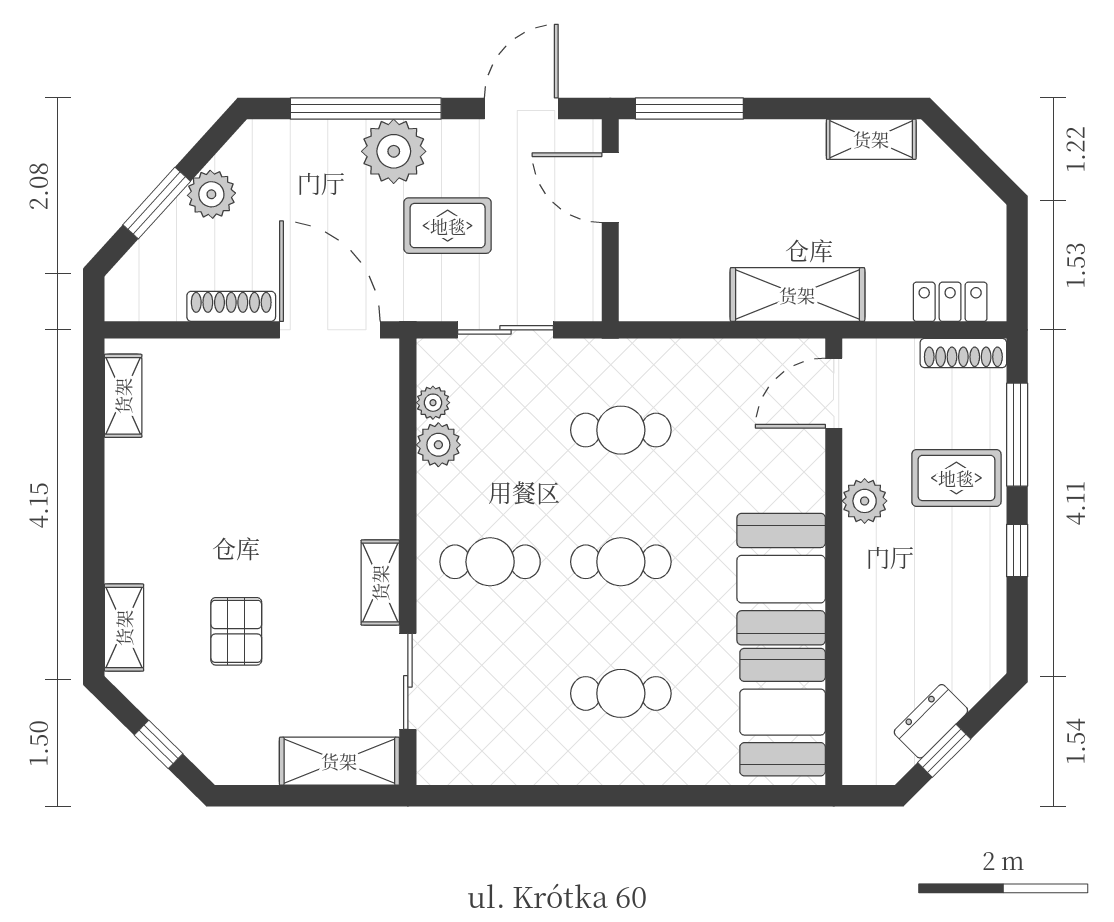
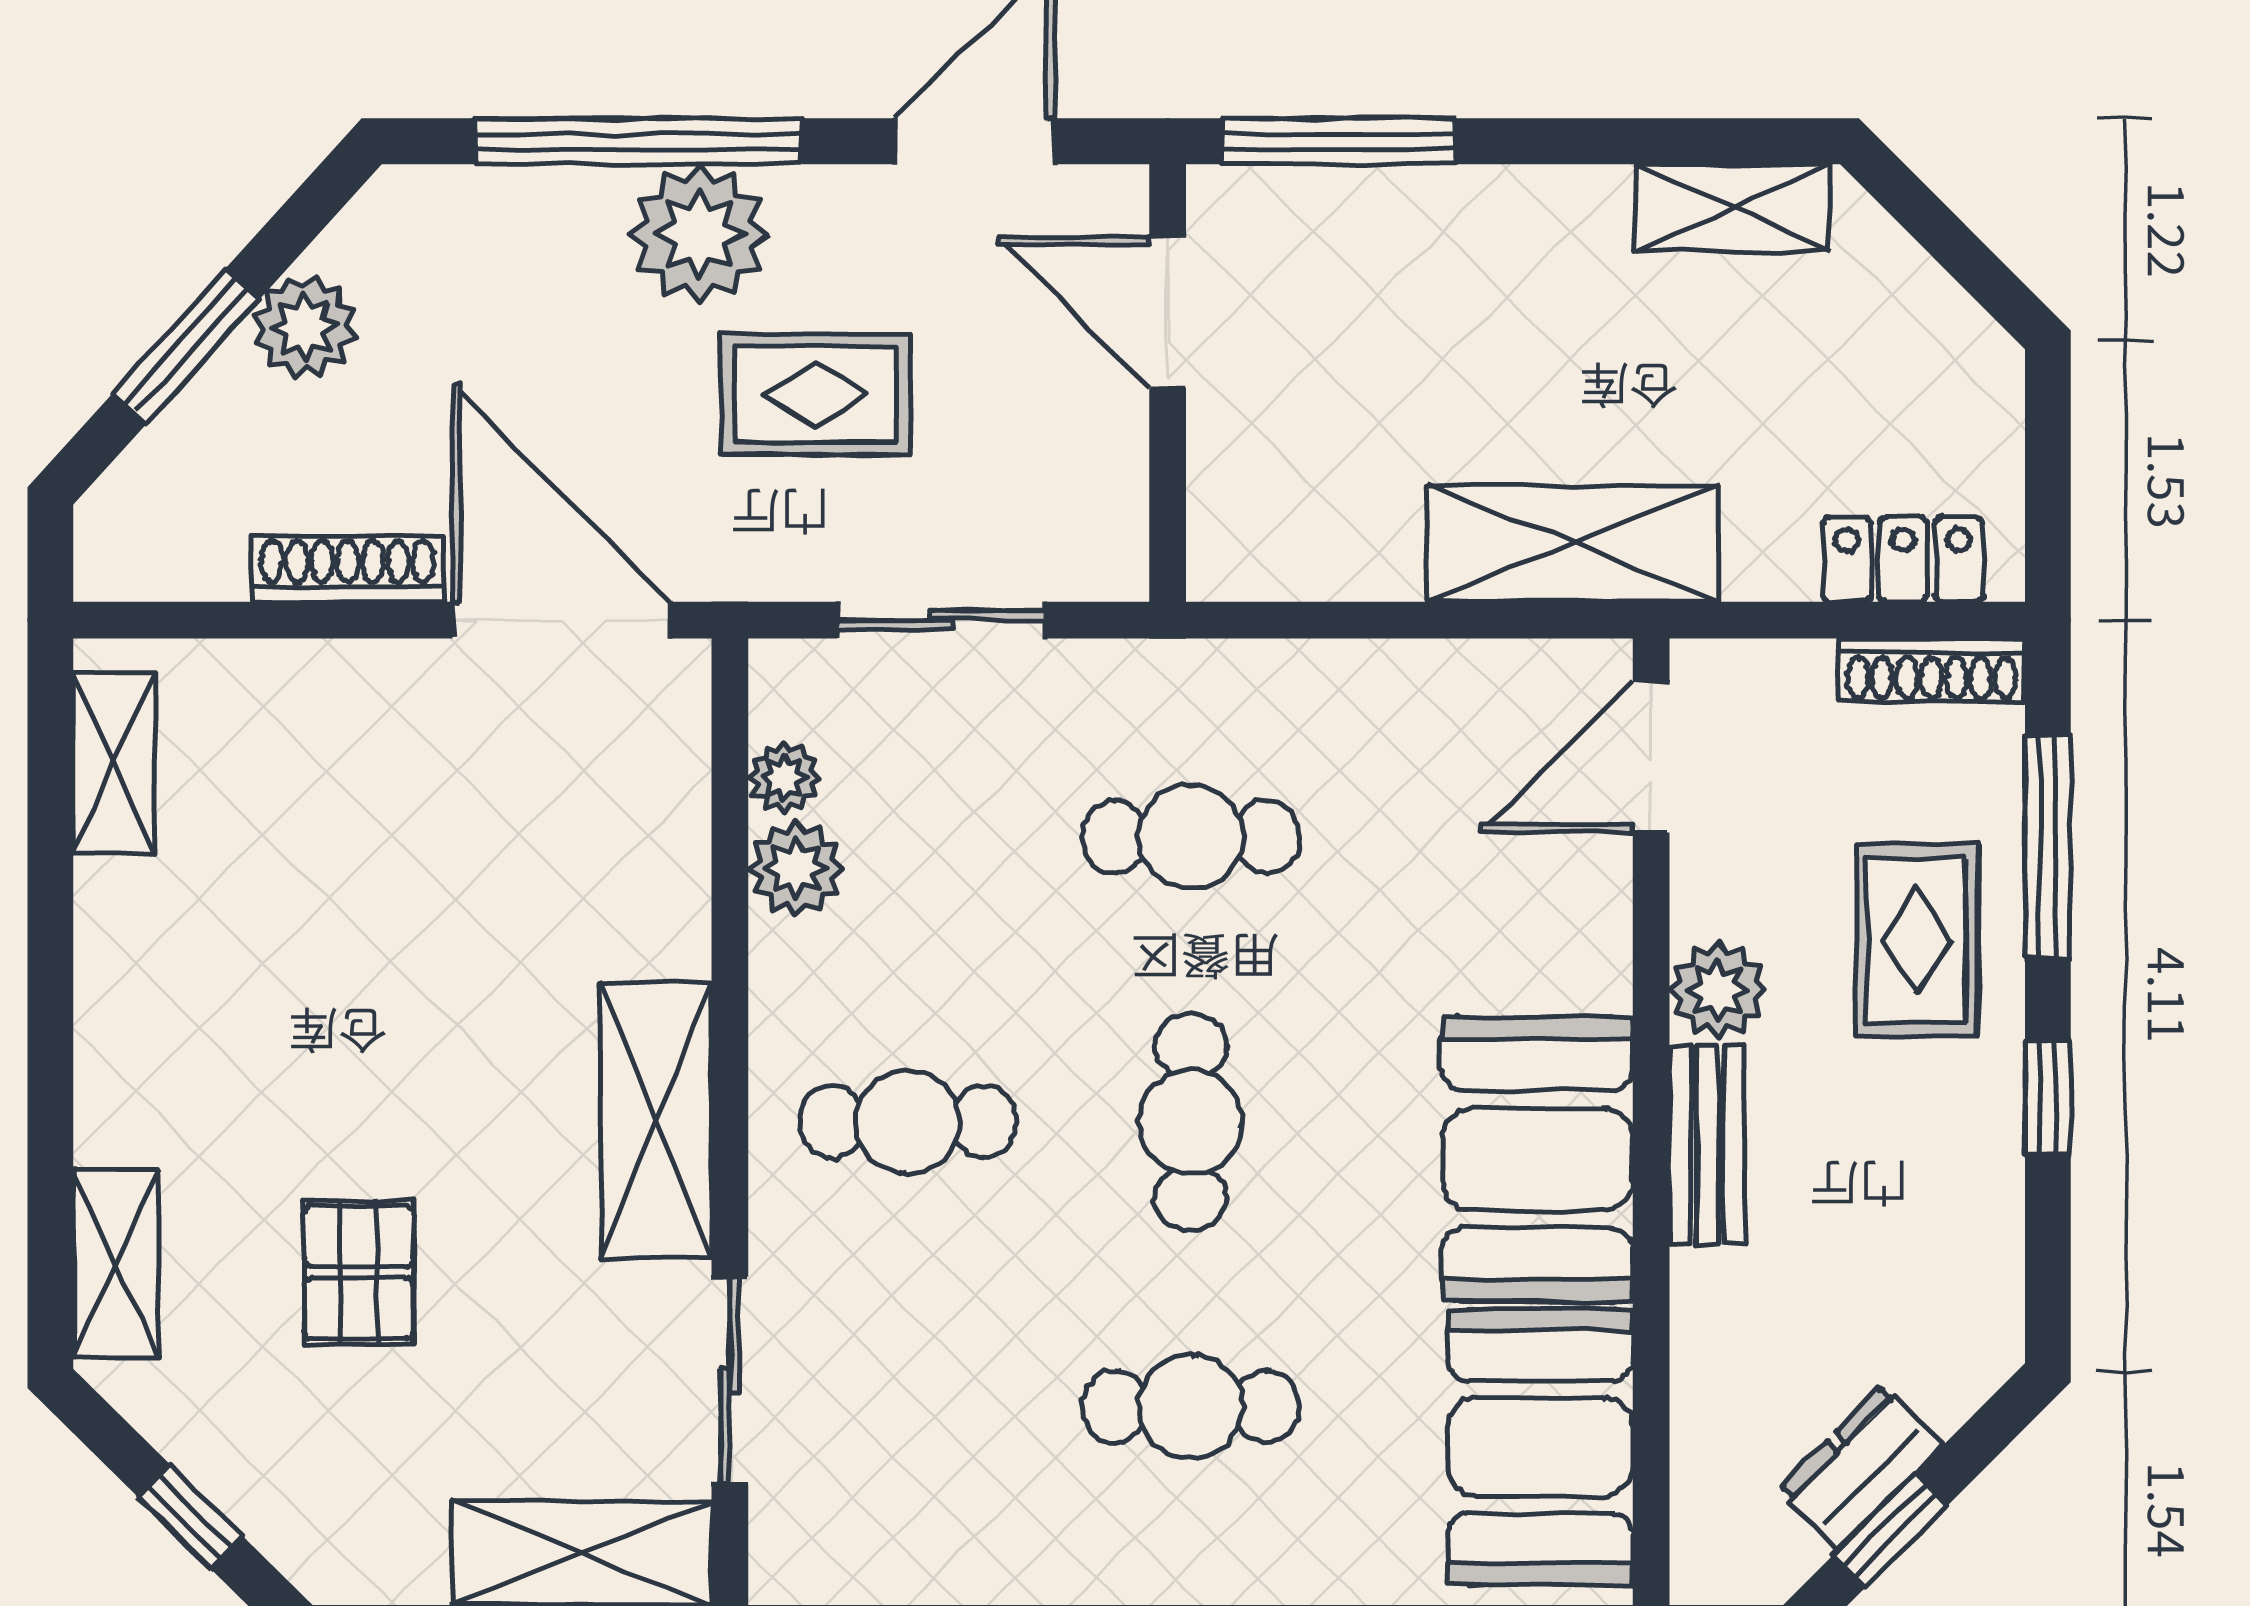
rug: (956, 478) -> (1916, 941), turned 90
cafe table: (621, 562) -> (1191, 1122), turned 90
bench: (860, 572) -> (1707, 1145), added
shelving: (380, 583) -> (656, 1121), width x1.50, depth x1.33

